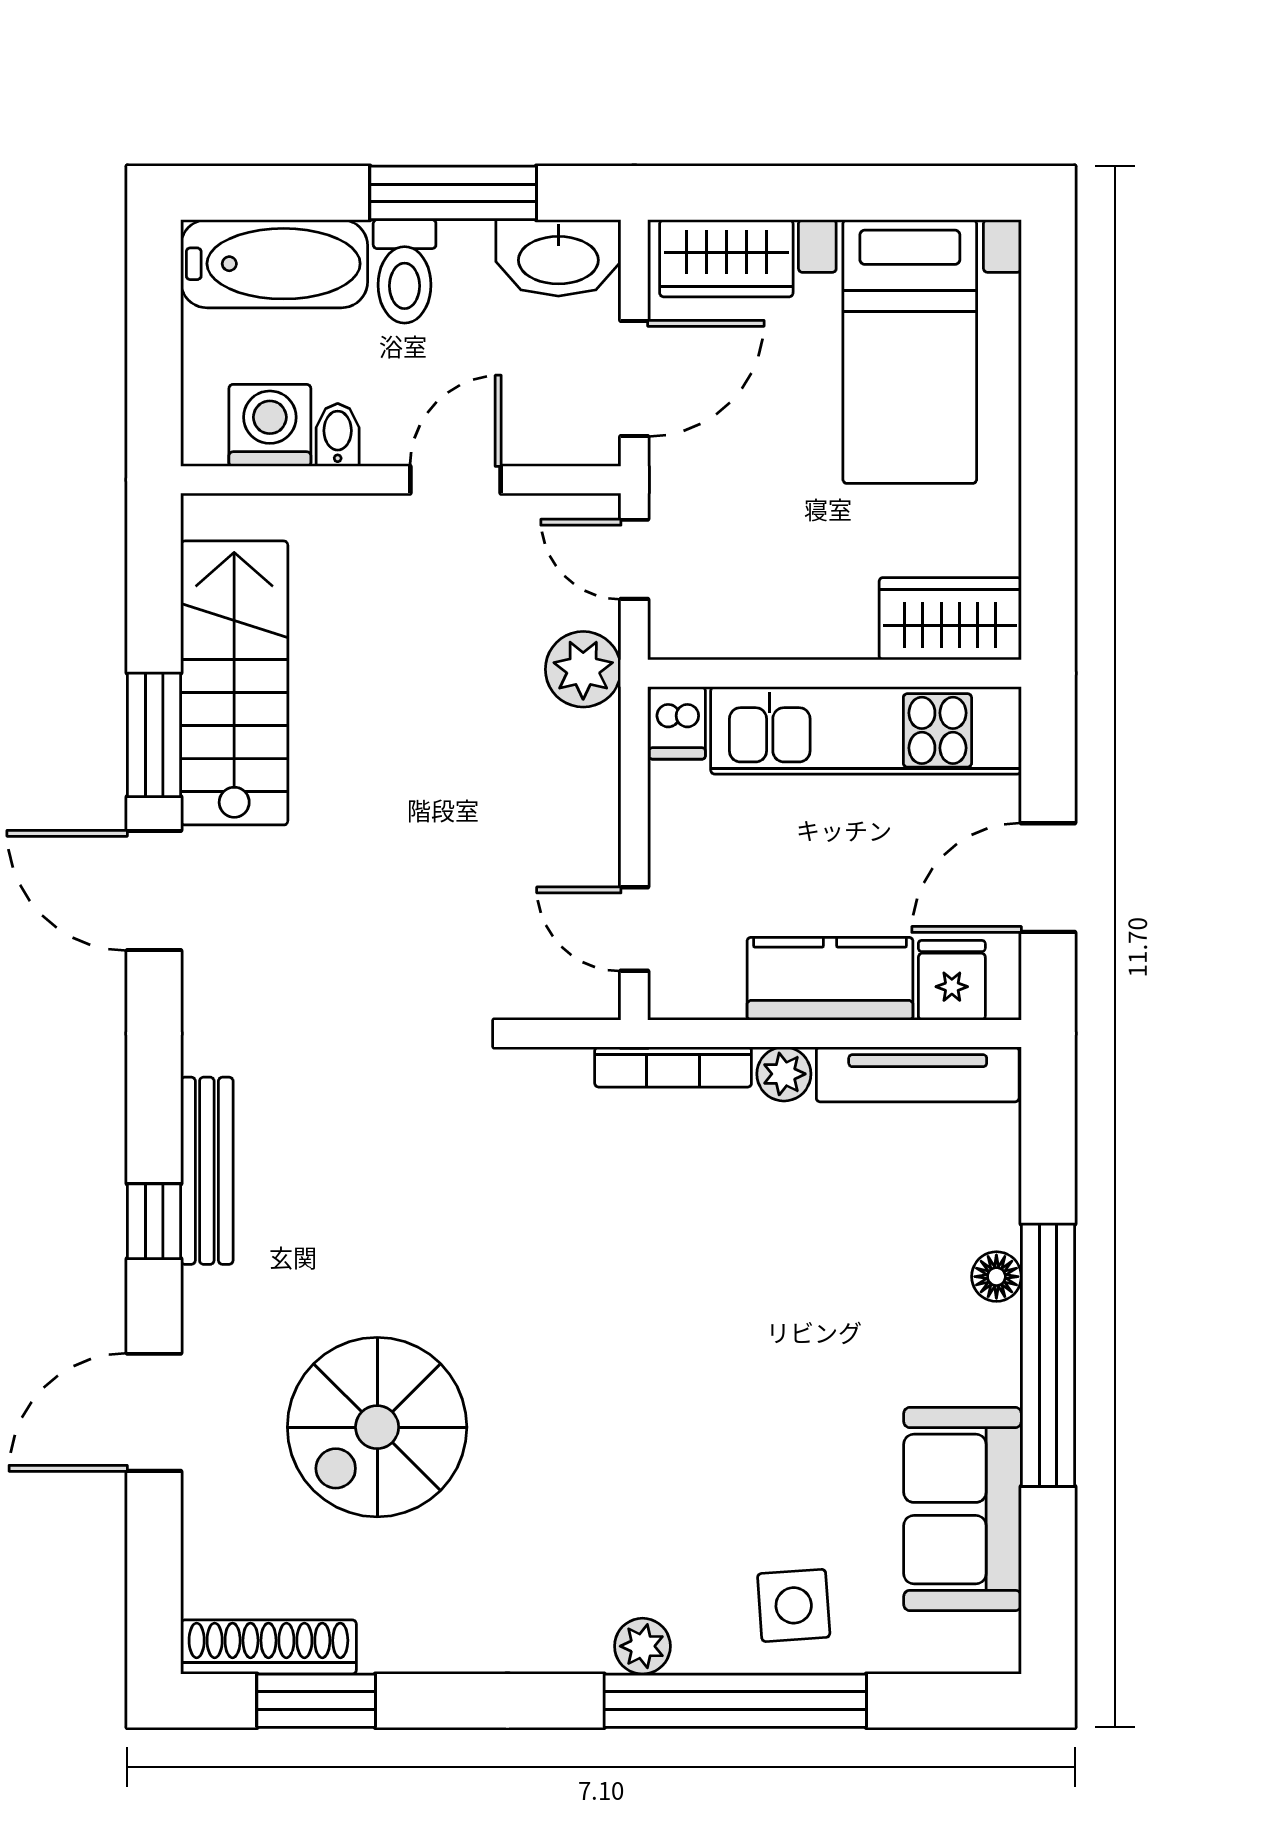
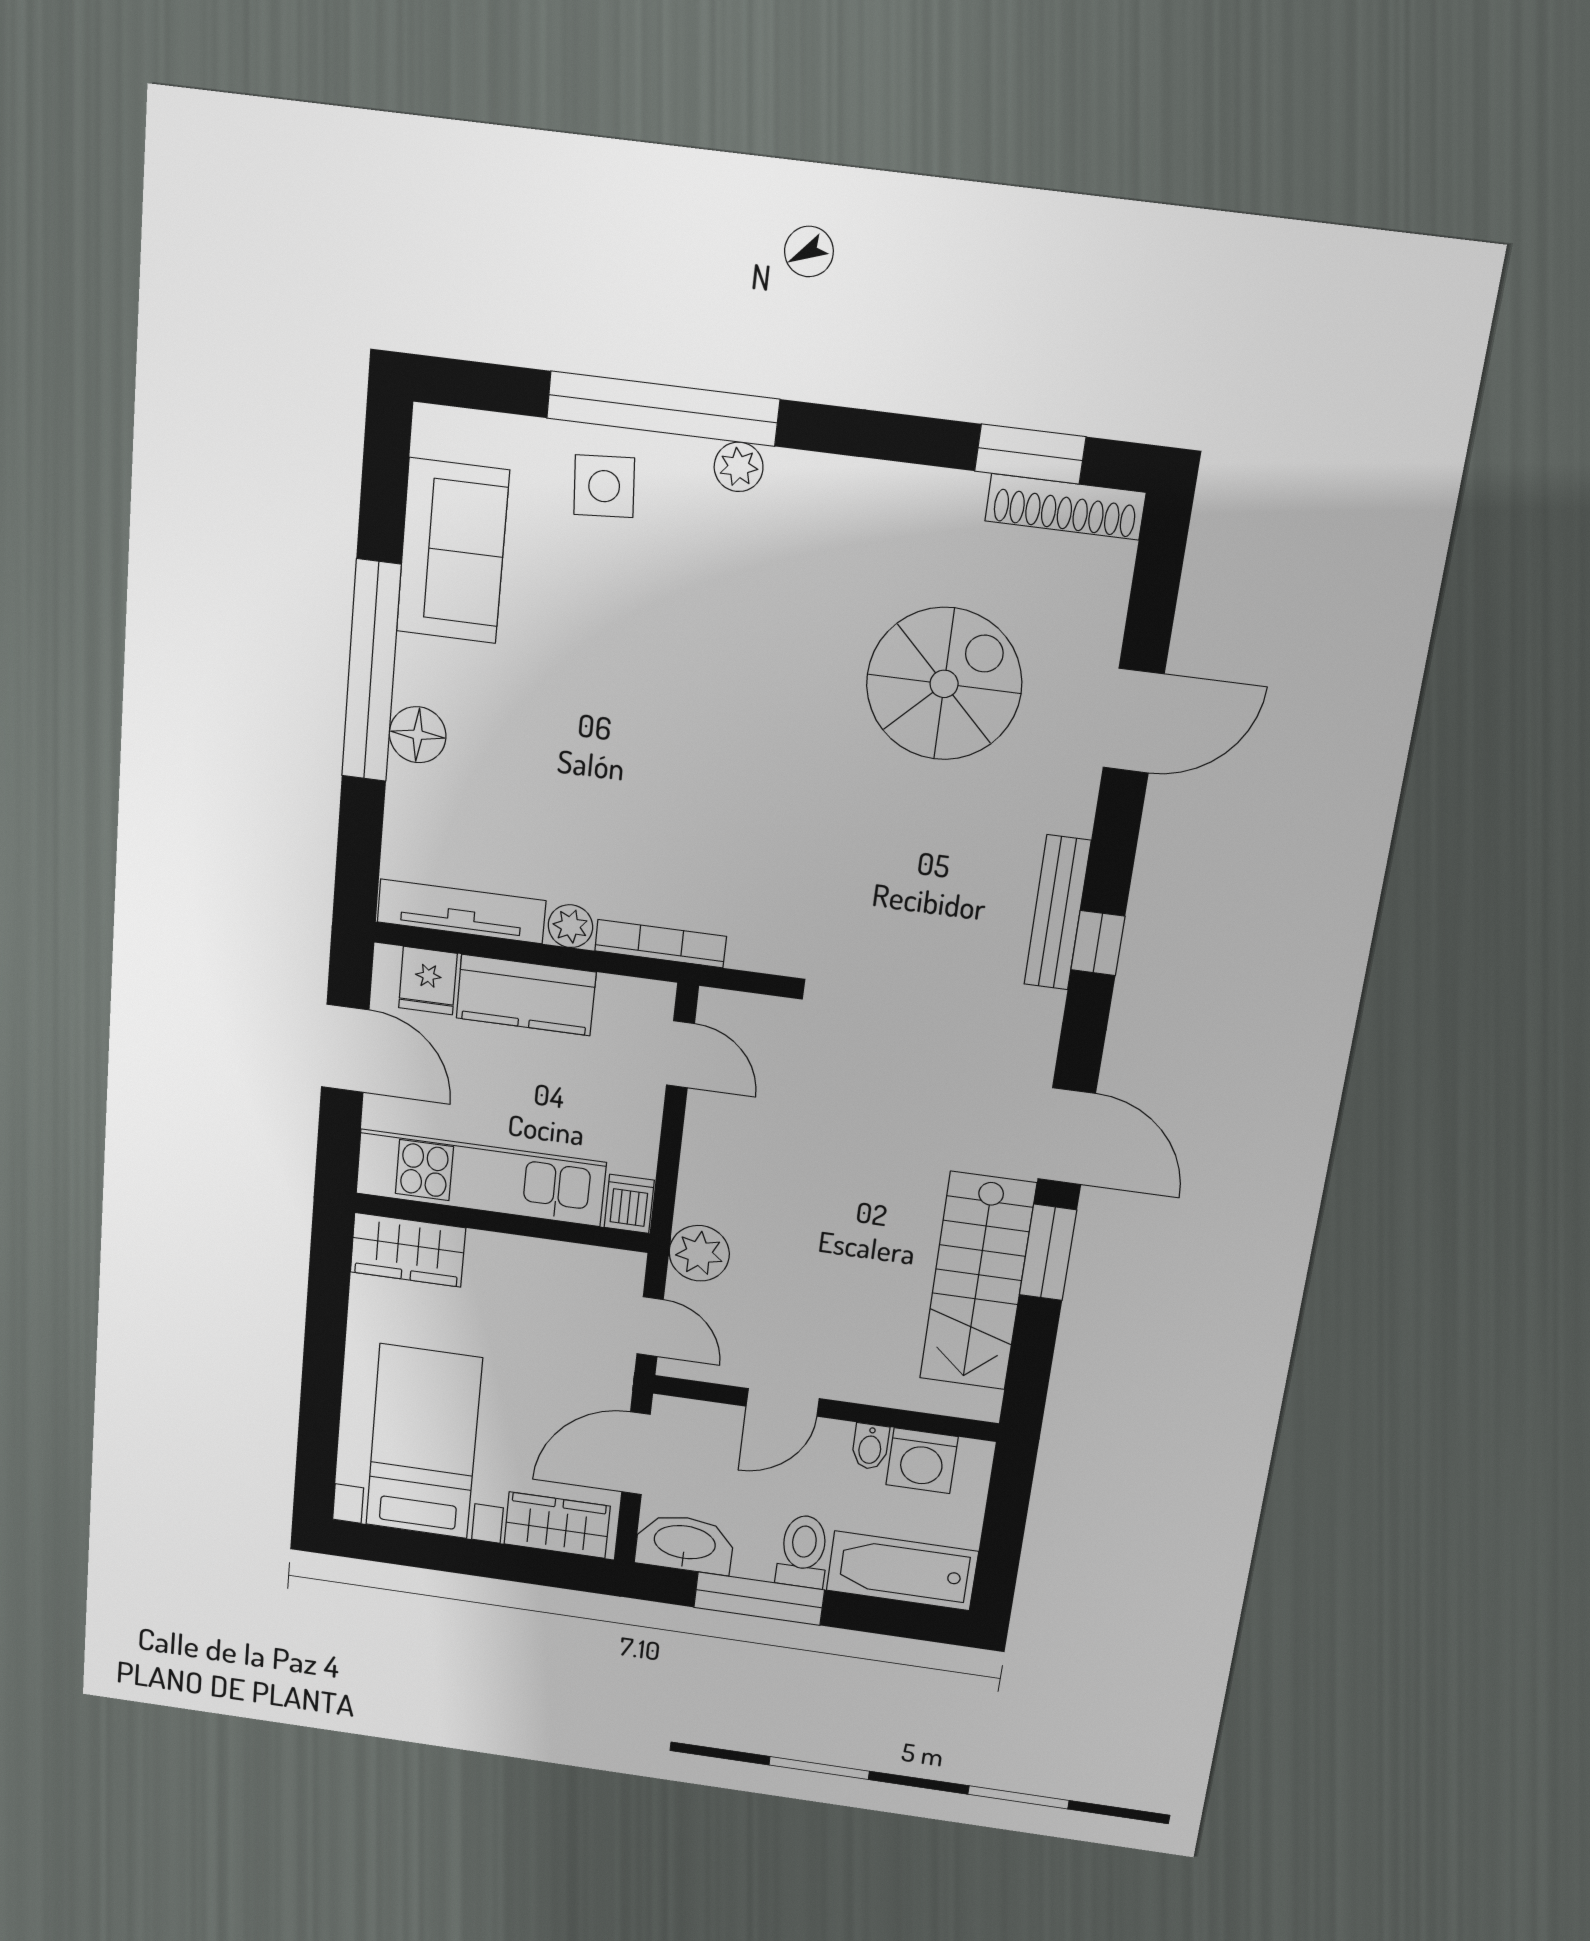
door: (1048, 878) -> (345, 1049), hinge flipped
window: (154, 1221) -> (1098, 943), moved
floor lamp: (996, 1277) -> (418, 735), width x1.37, depth x1.37

